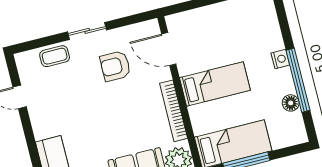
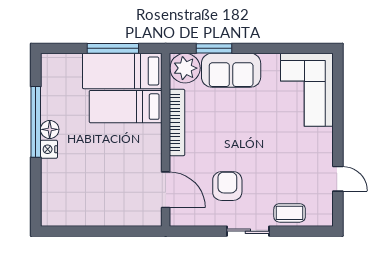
armchair: (115, 66) -> (227, 186), turned -90
bed: (215, 84) -> (126, 107), moved
floor lamp: (291, 103) -> (50, 129), moved

